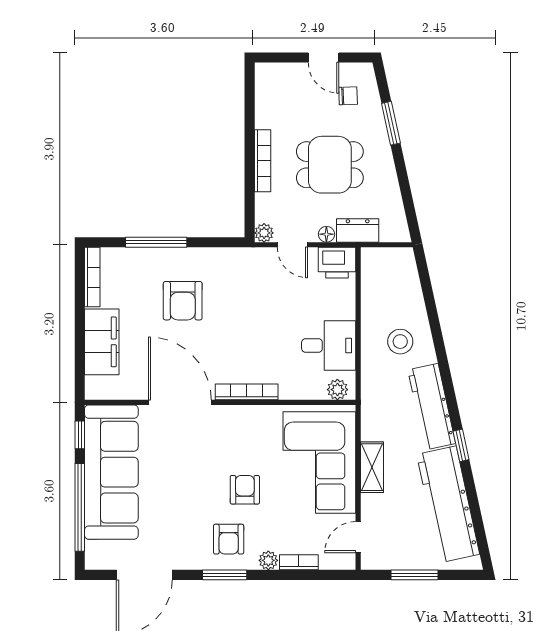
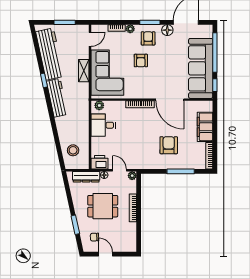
dresser: (358, 230) -> (86, 177), width x1.44
stool: (400, 342) -> (73, 150), moved
floor lamp: (186, 558) -> (167, 30), added

